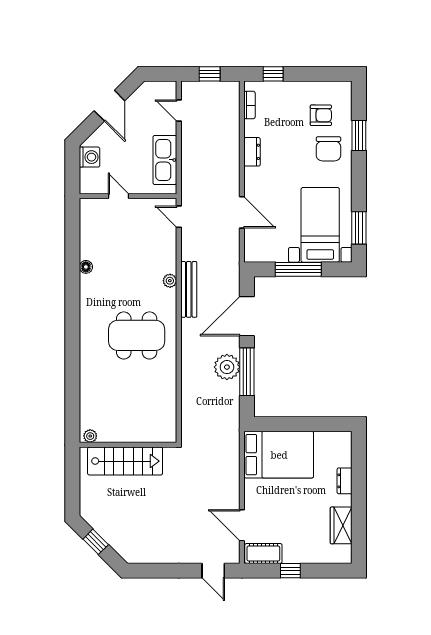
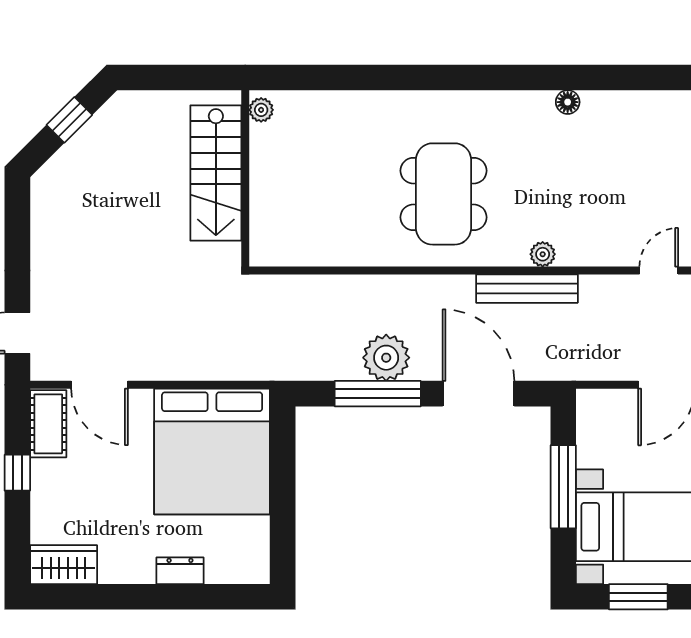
bed: (279, 455) -> (212, 452), width x1.36
door: (242, 525) -> (100, 385), swing flipped
wardrobe: (341, 525) -> (64, 565), moved

